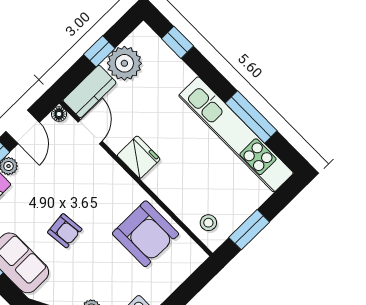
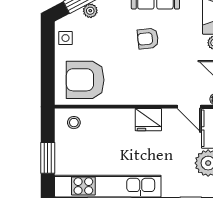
window: (249, 230) -> (48, 158), moved
armchair: (145, 234) -> (85, 80), moved

